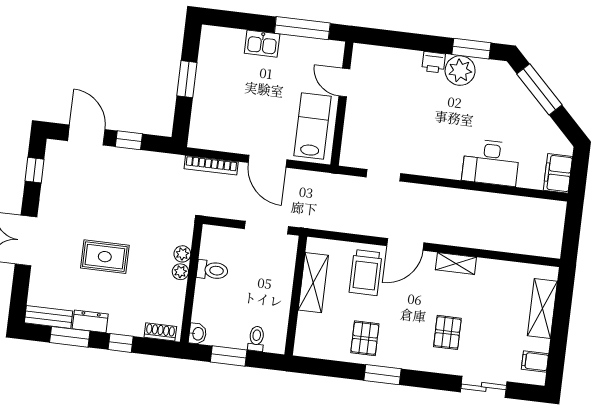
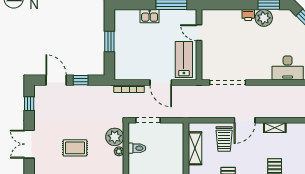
doorway: (384, 175) -> (228, 83), width x1.88
doorway: (266, 228) -> (148, 120), moved
plant: (182, 254) -> (115, 137), width x1.88, depth x1.88

